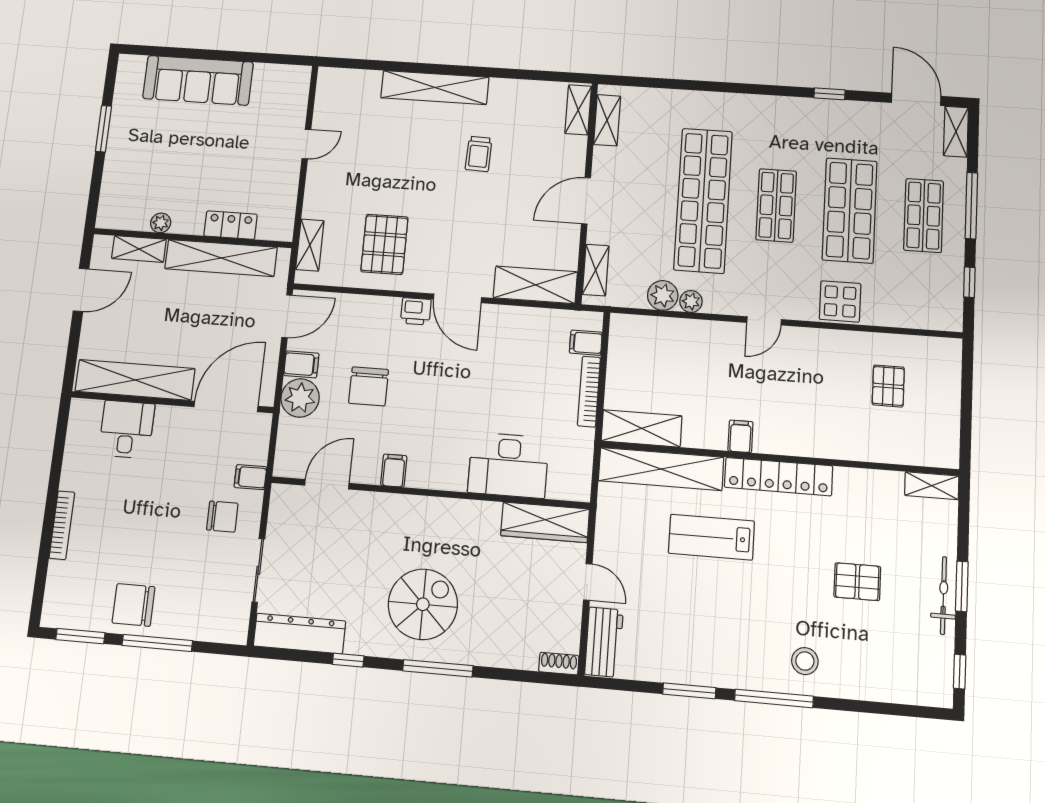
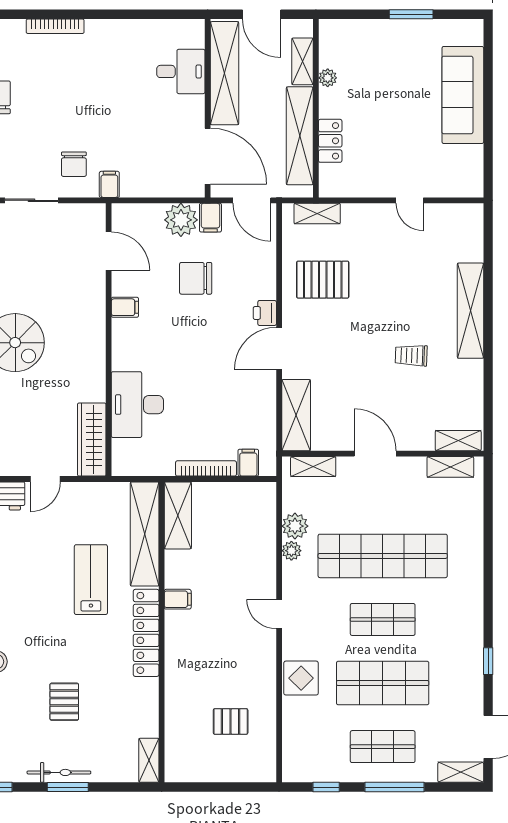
shelving: (135, 380) -> (225, 73), moved
wall: (172, 402) -> (208, 108), moved
door: (226, 406) -> (208, 156), moved
desk: (127, 429) -> (181, 71), moved

